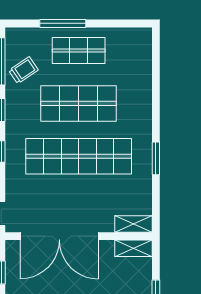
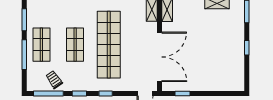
window: (118, 23) -> (24, 20), added
shop shelf: (79, 103) -> (75, 45), width x0.70, depth x0.74

